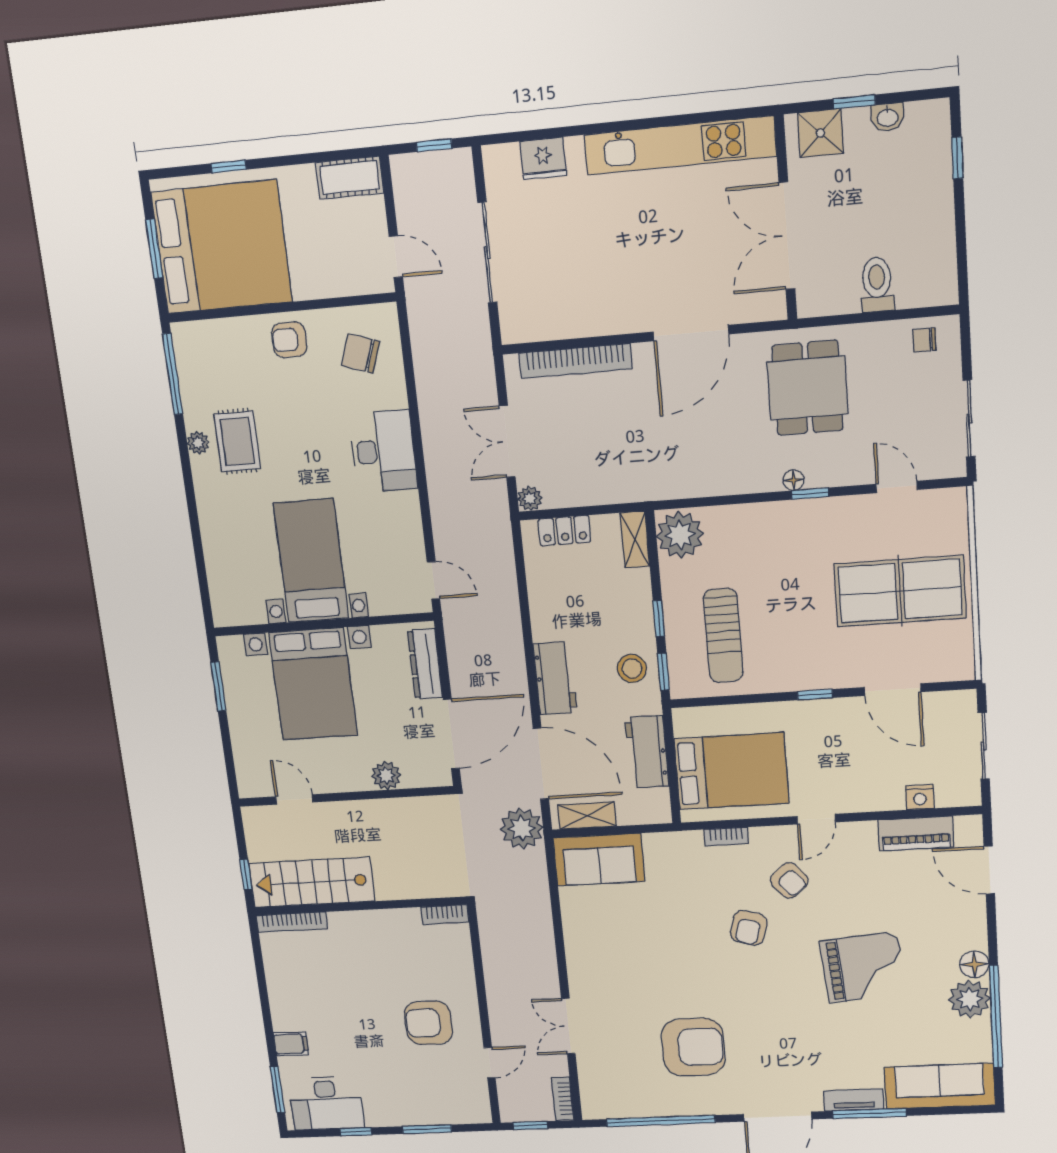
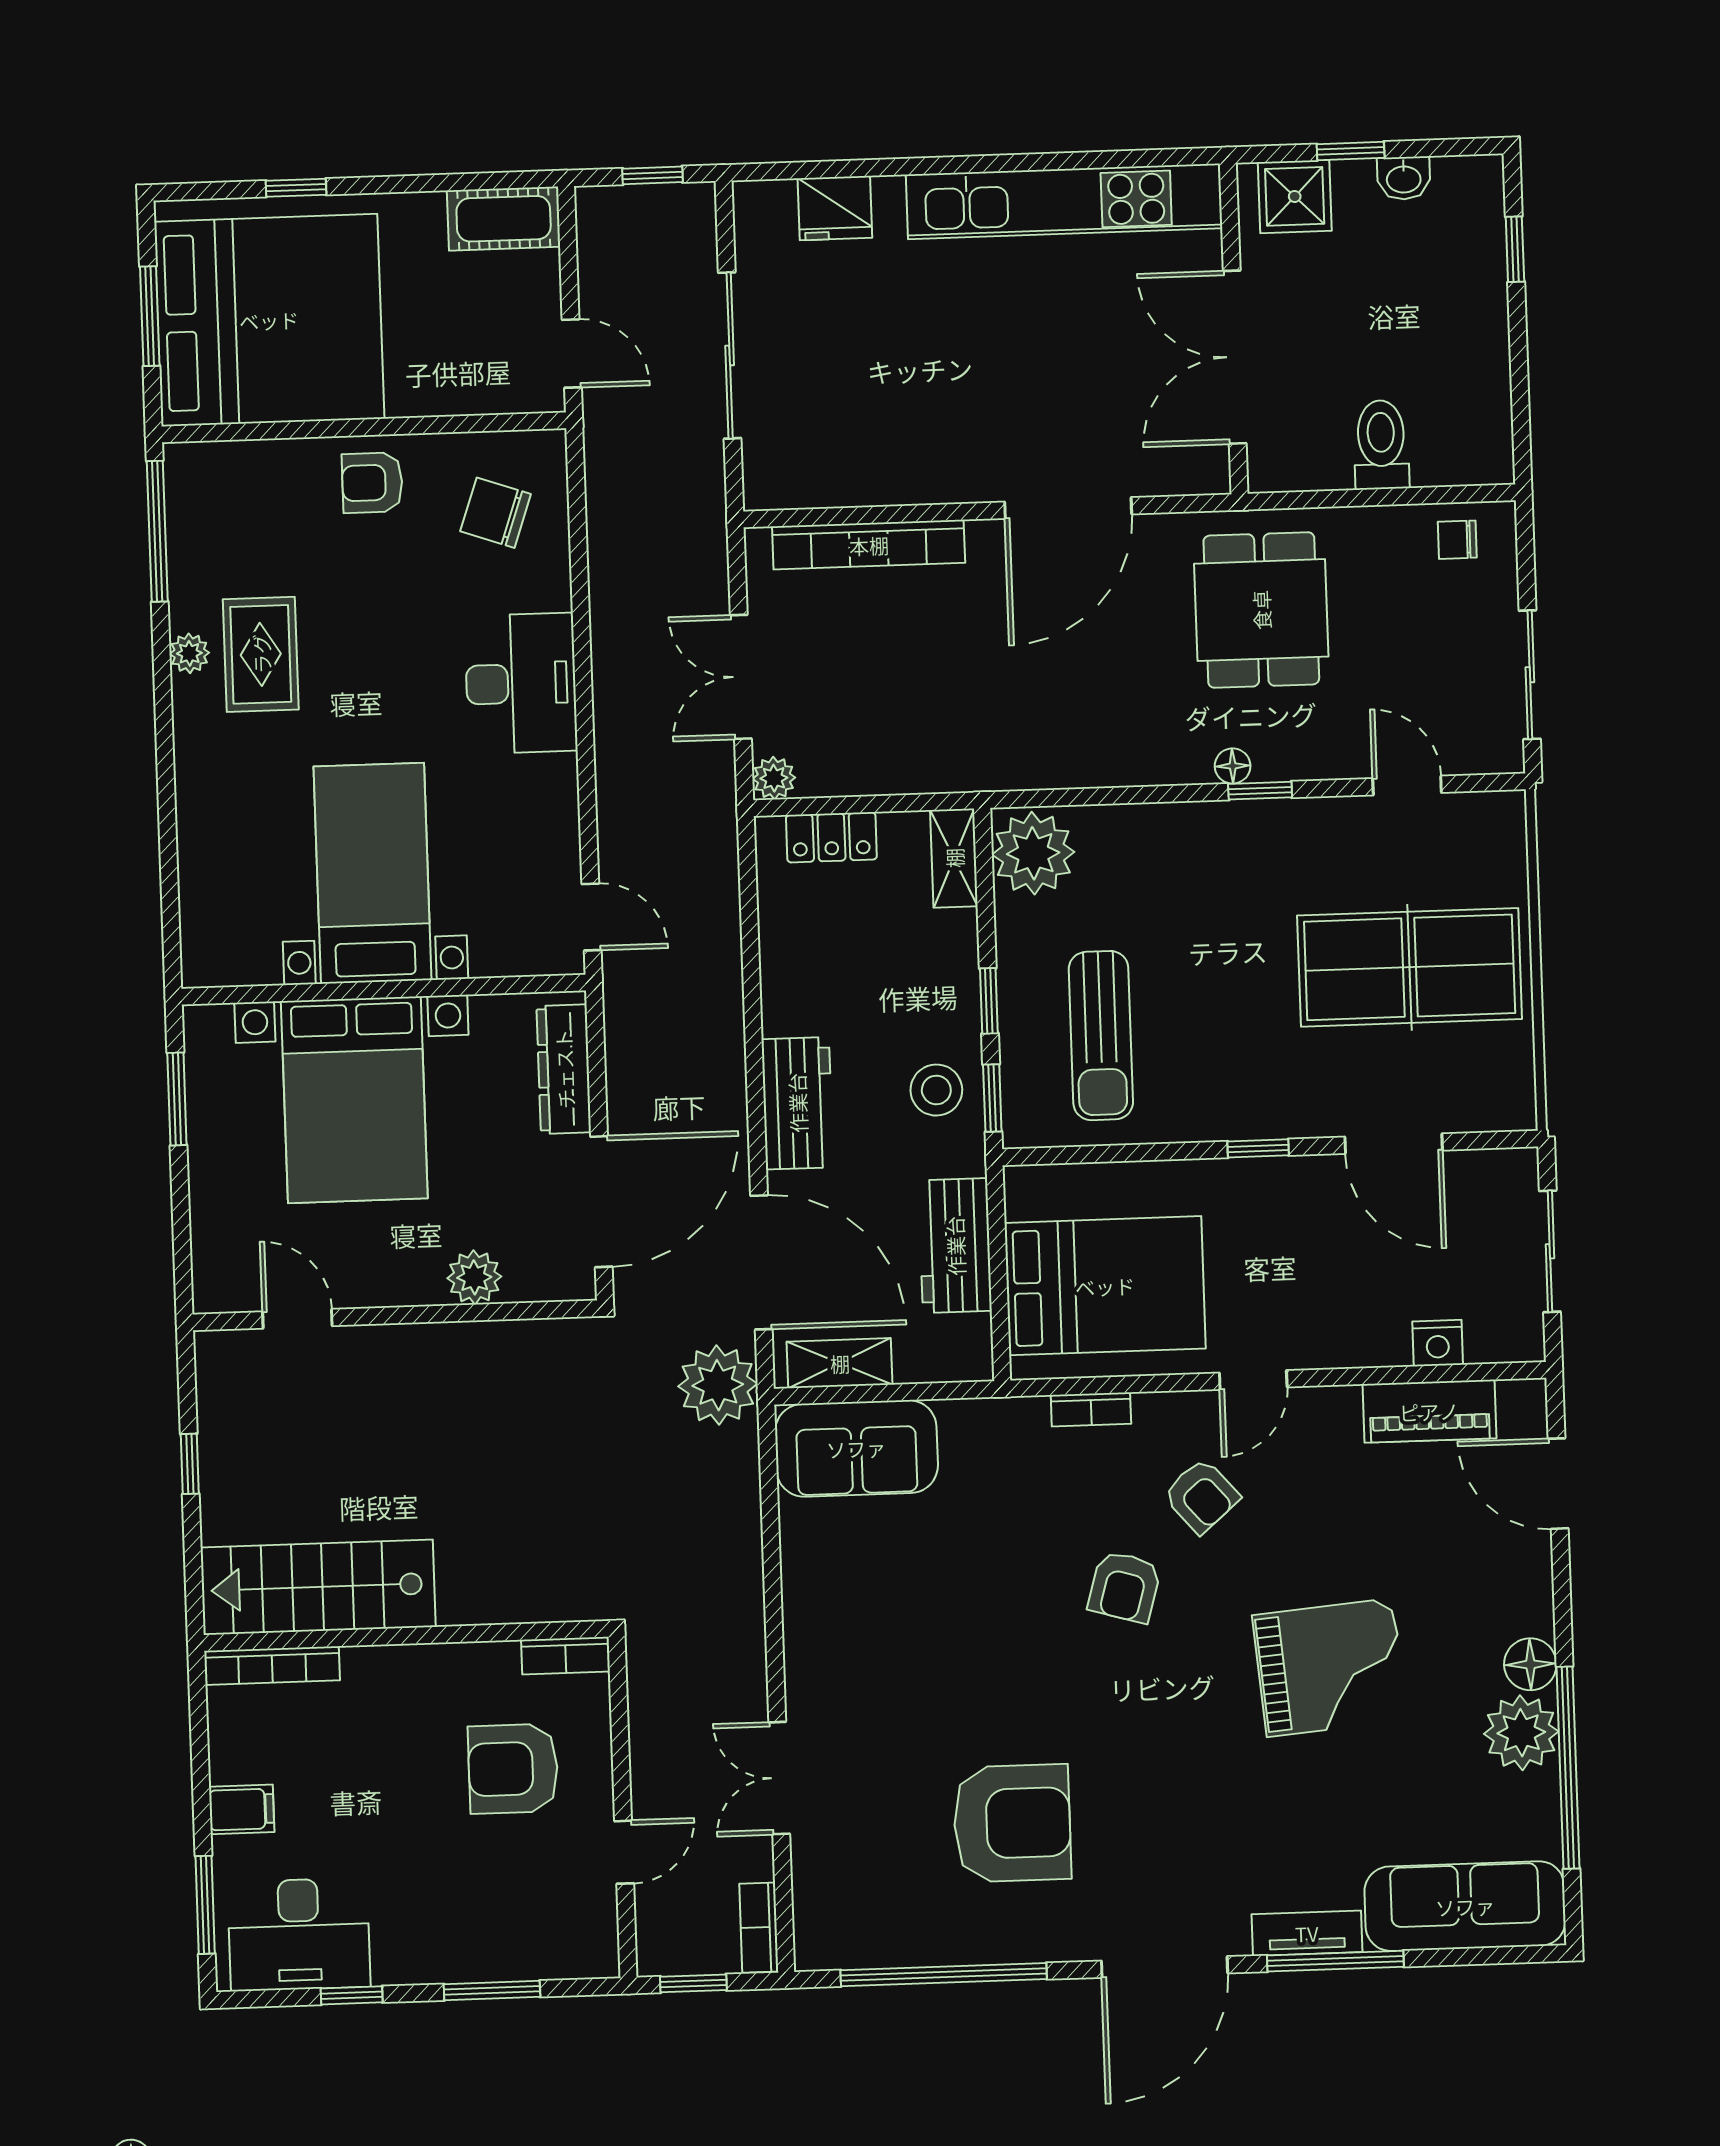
stairs: (312, 882) -> (318, 1587), moved
wall: (360, 906) -> (406, 1636), moved
bookcase: (445, 915) -> (566, 1656), moved
bookcase: (292, 922) -> (272, 1666), moved

